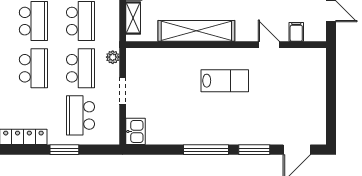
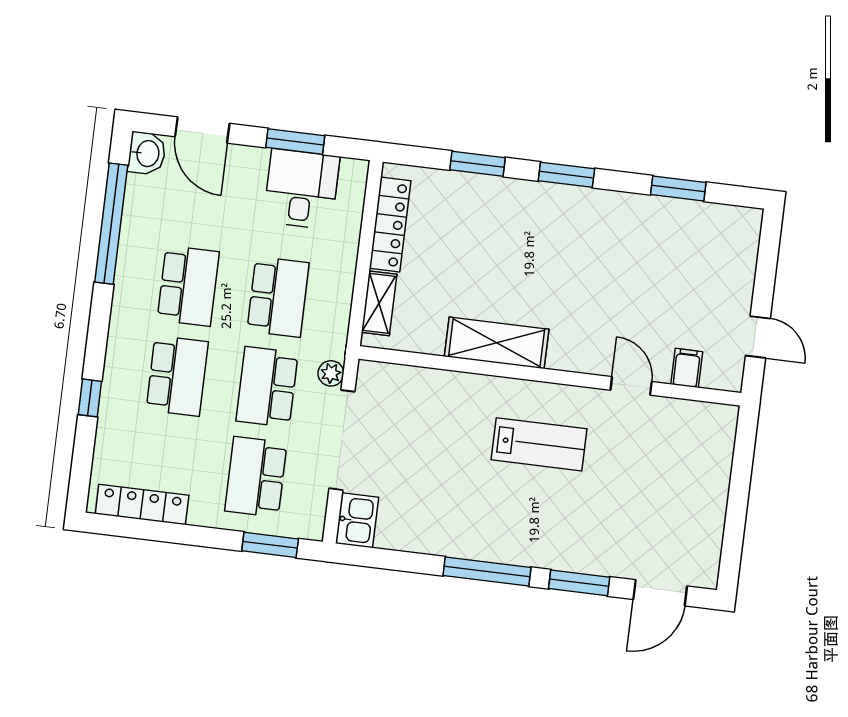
shelving: (196, 31) -> (497, 343), width x0.68
school desk: (81, 68) -> (267, 387), turned 180
doorway: (123, 91) -> (342, 440), width x1.87
window: (64, 150) -> (270, 545), moved

